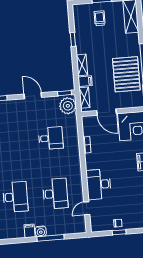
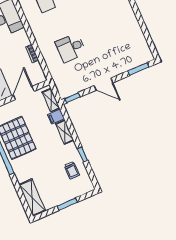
trolley: (100, 18) -> (72, 170), moved
plant: (68, 106) -> (65, 86), removed
door: (107, 112) -> (24, 93), hinge flipped

